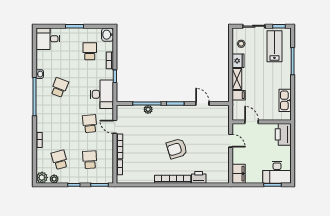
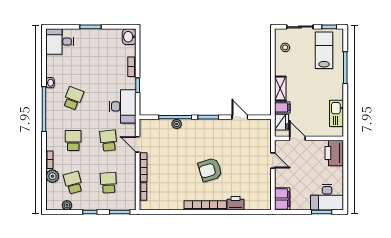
school desk: (90, 51) -> (73, 141), moved
fridge: (238, 61) -> (282, 122), moved
plant: (42, 178) -> (52, 176), moved

